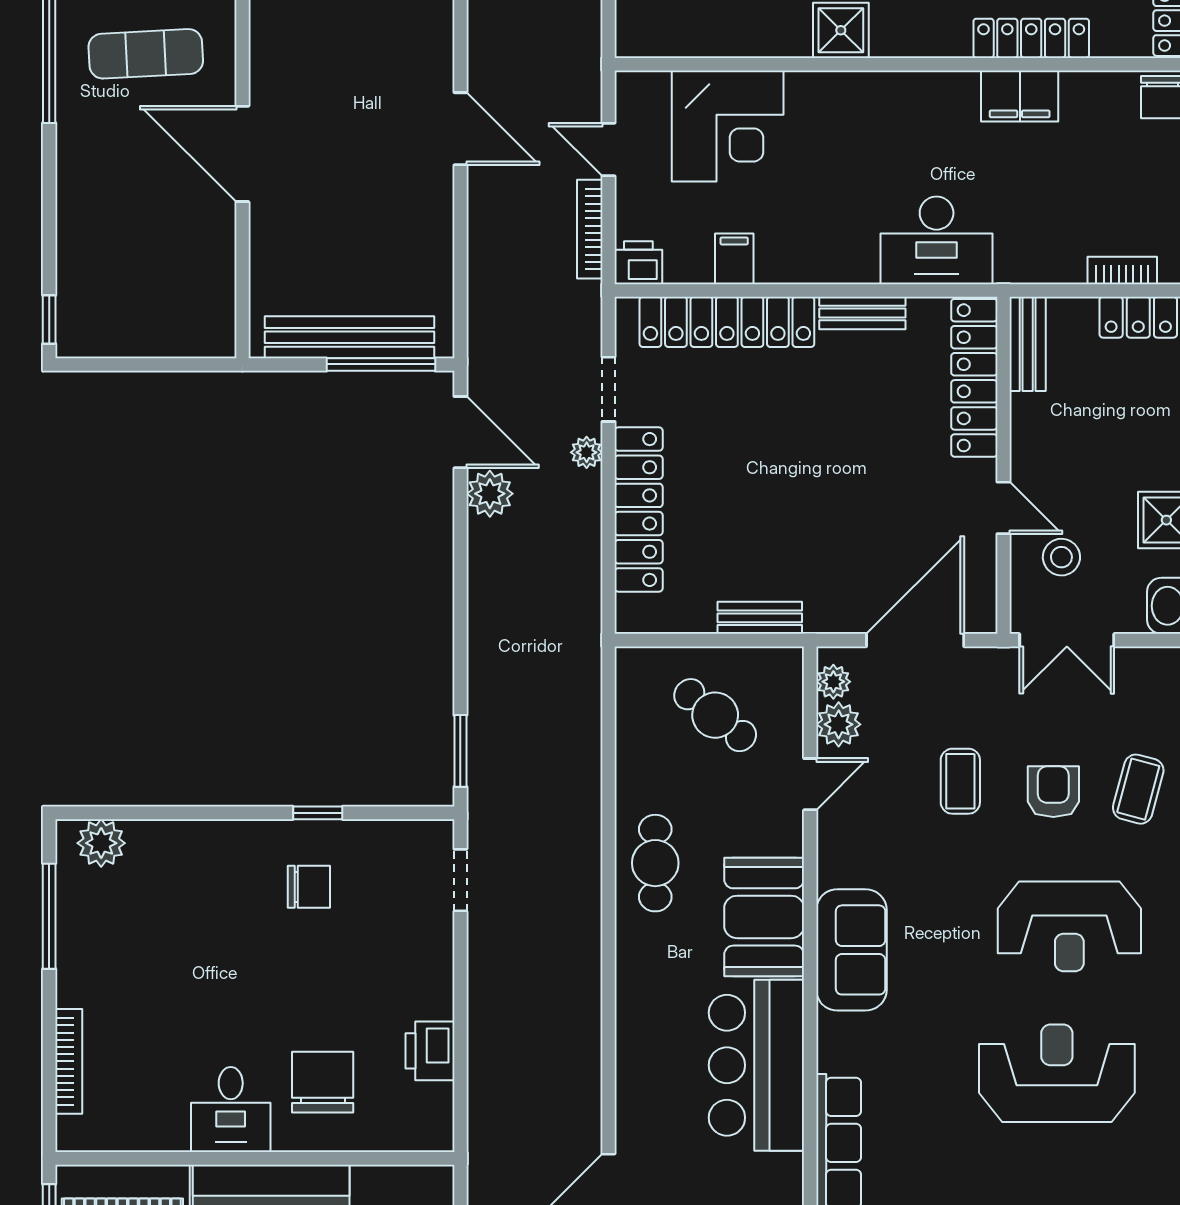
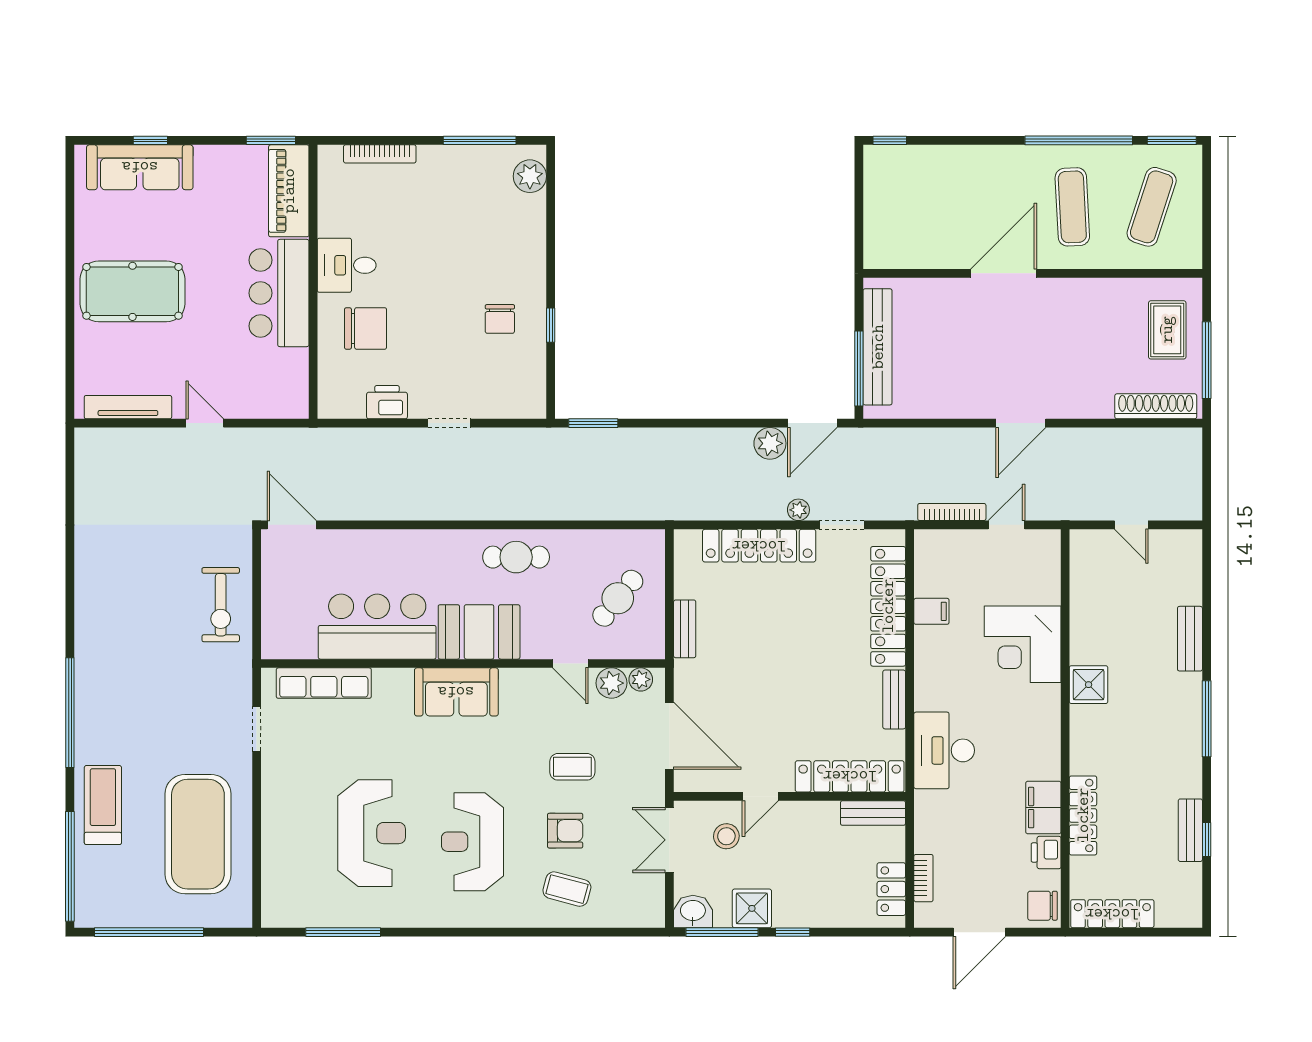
corner desk: (728, 126) -> (1023, 644), moved
printer: (638, 263) -> (1046, 853), moved, turned 180
doorway: (460, 880) -> (449, 423), moved

